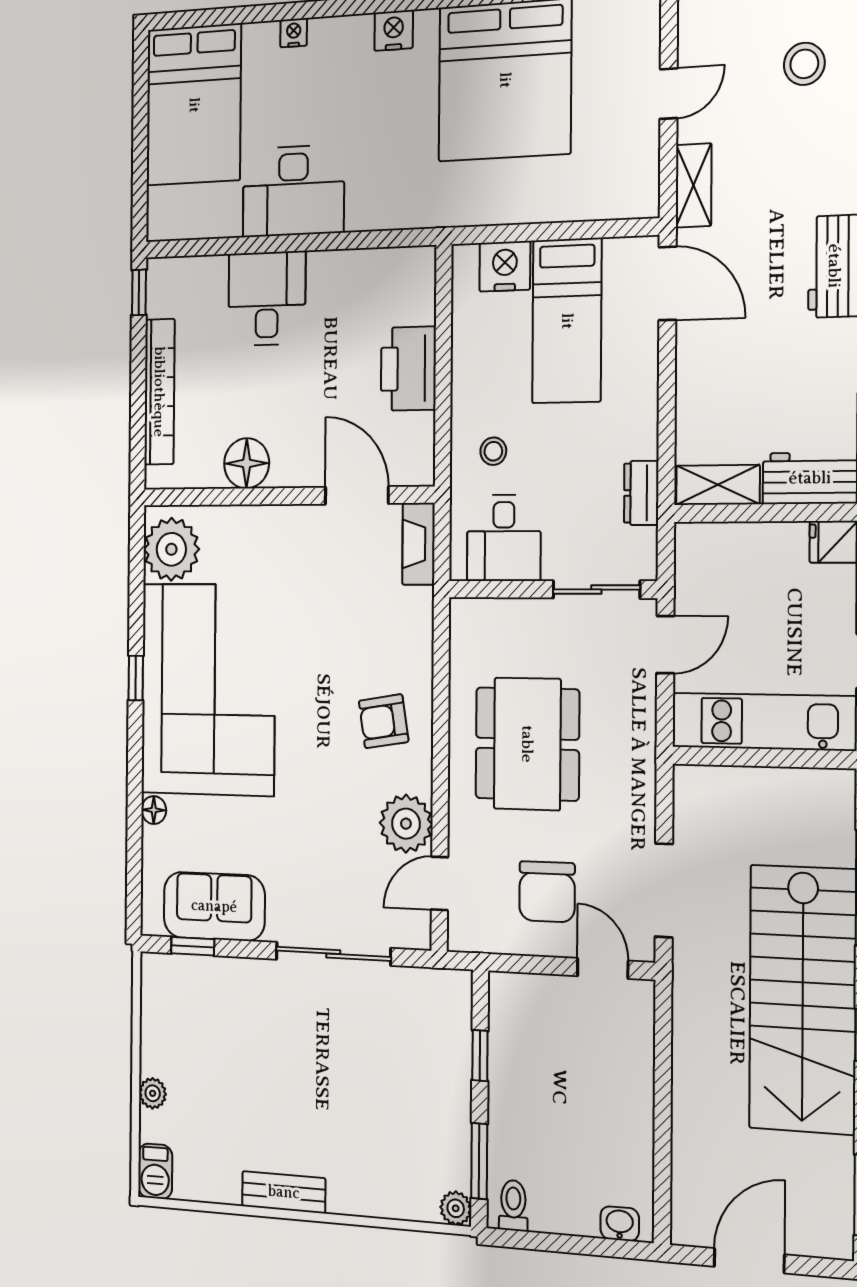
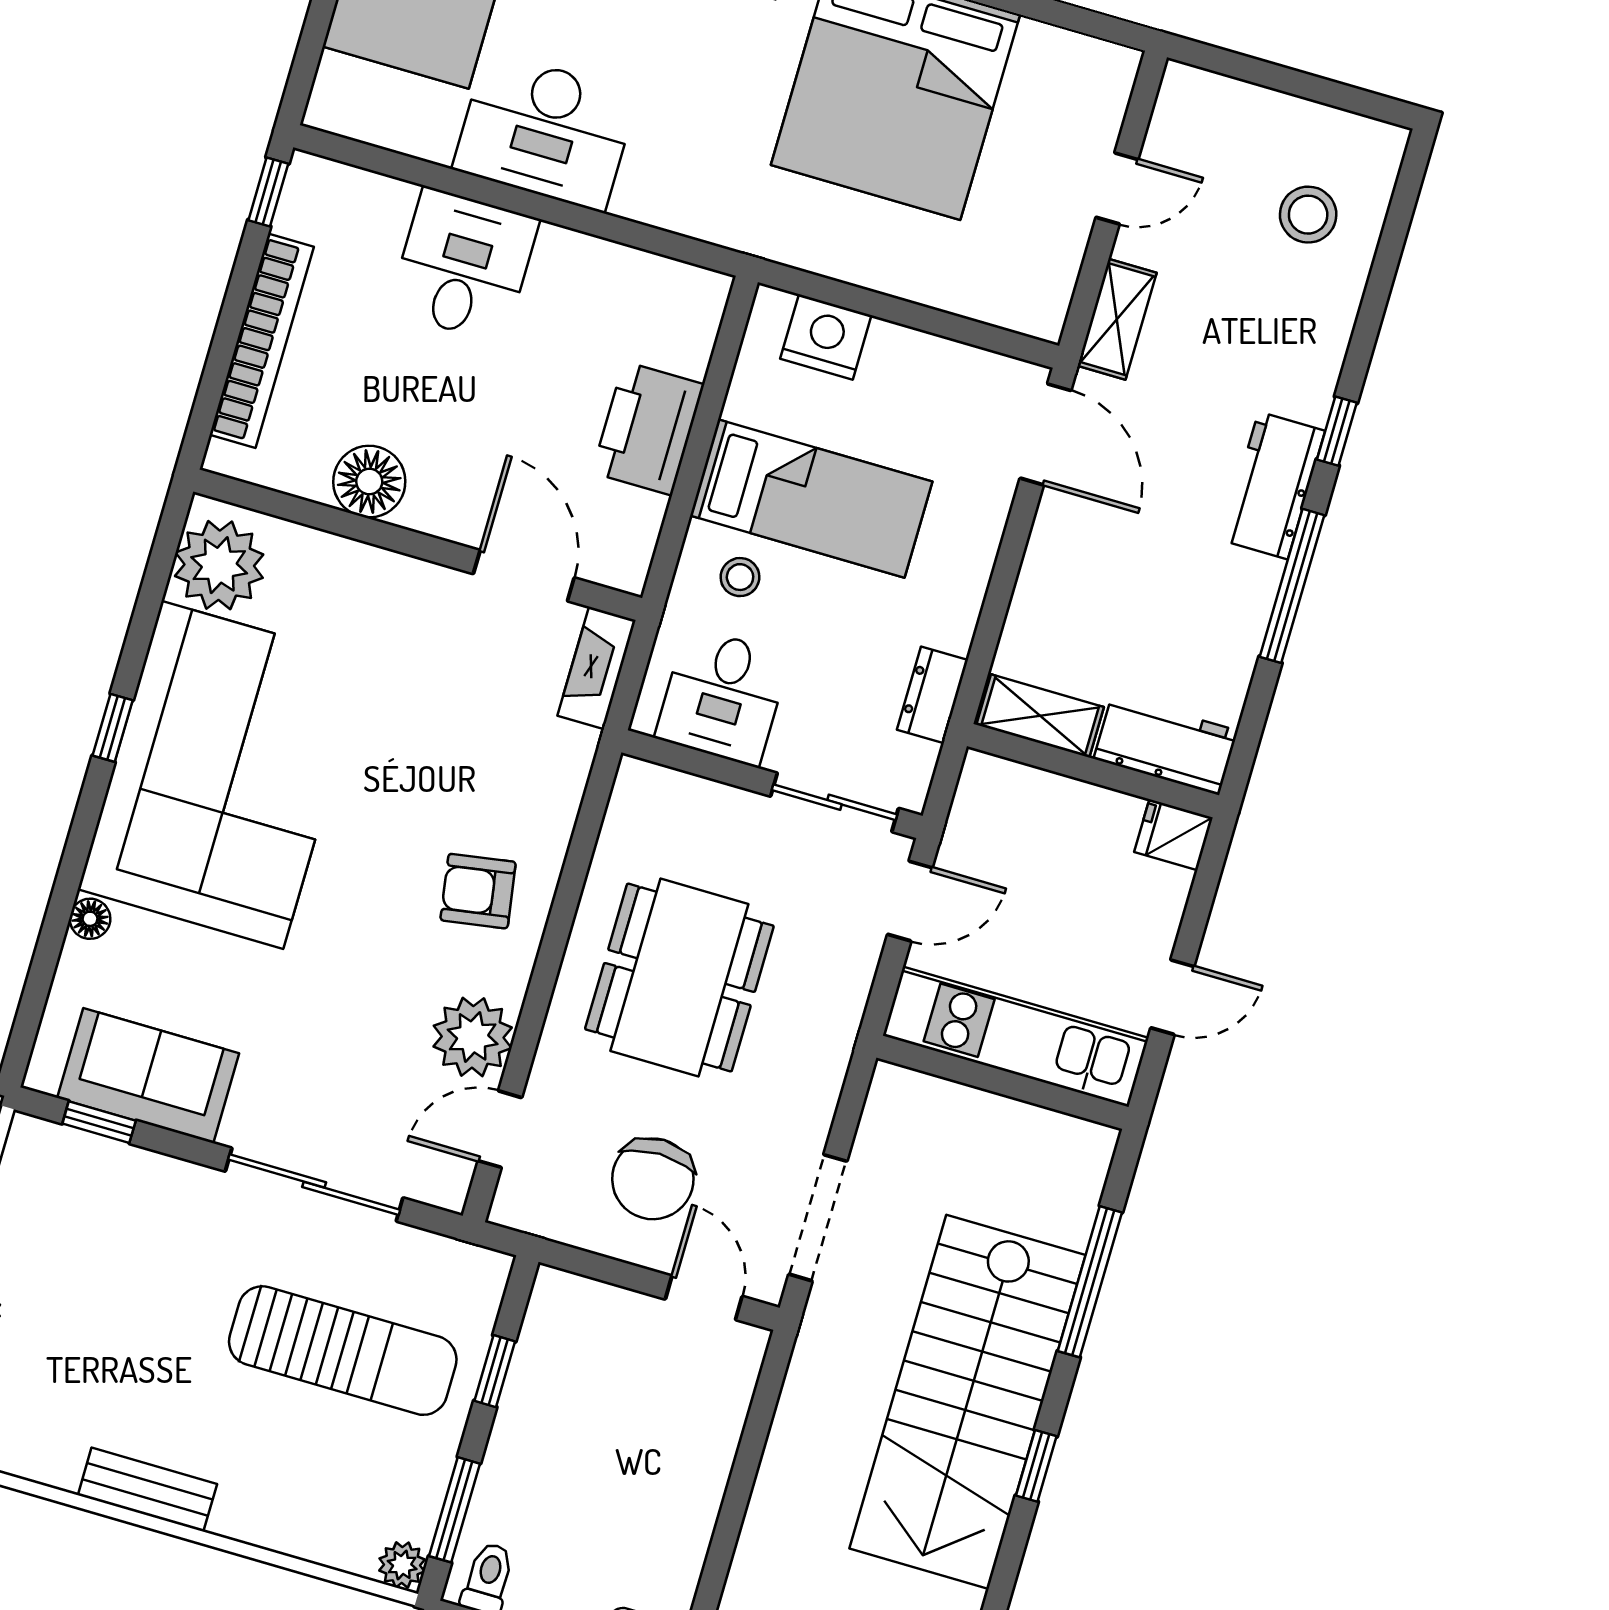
bed: (567, 321) -> (811, 499), moved, turned -90
sun lounger: (380, 1065) -> (343, 1351), added

